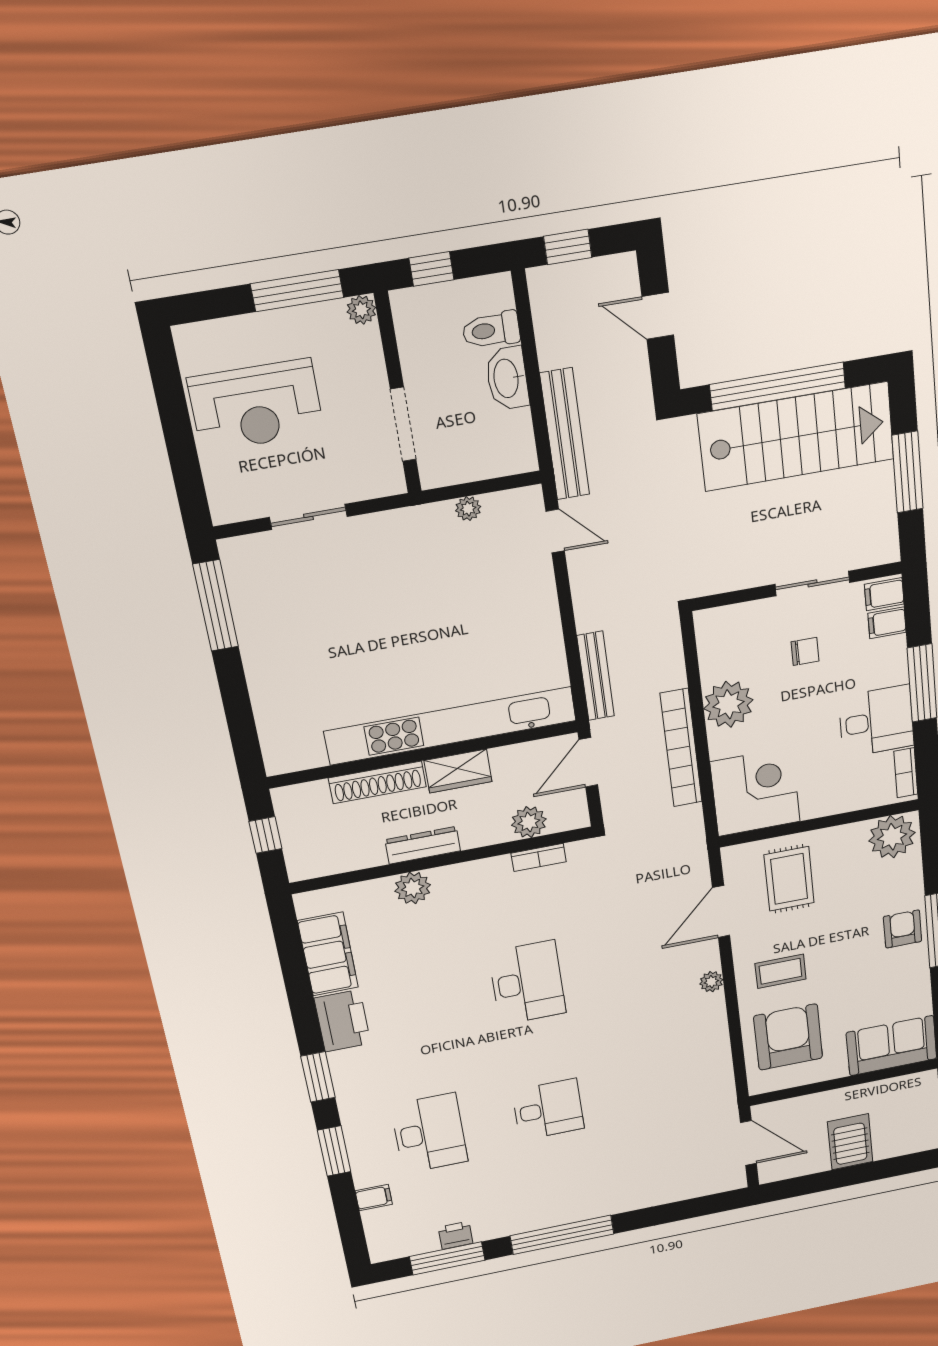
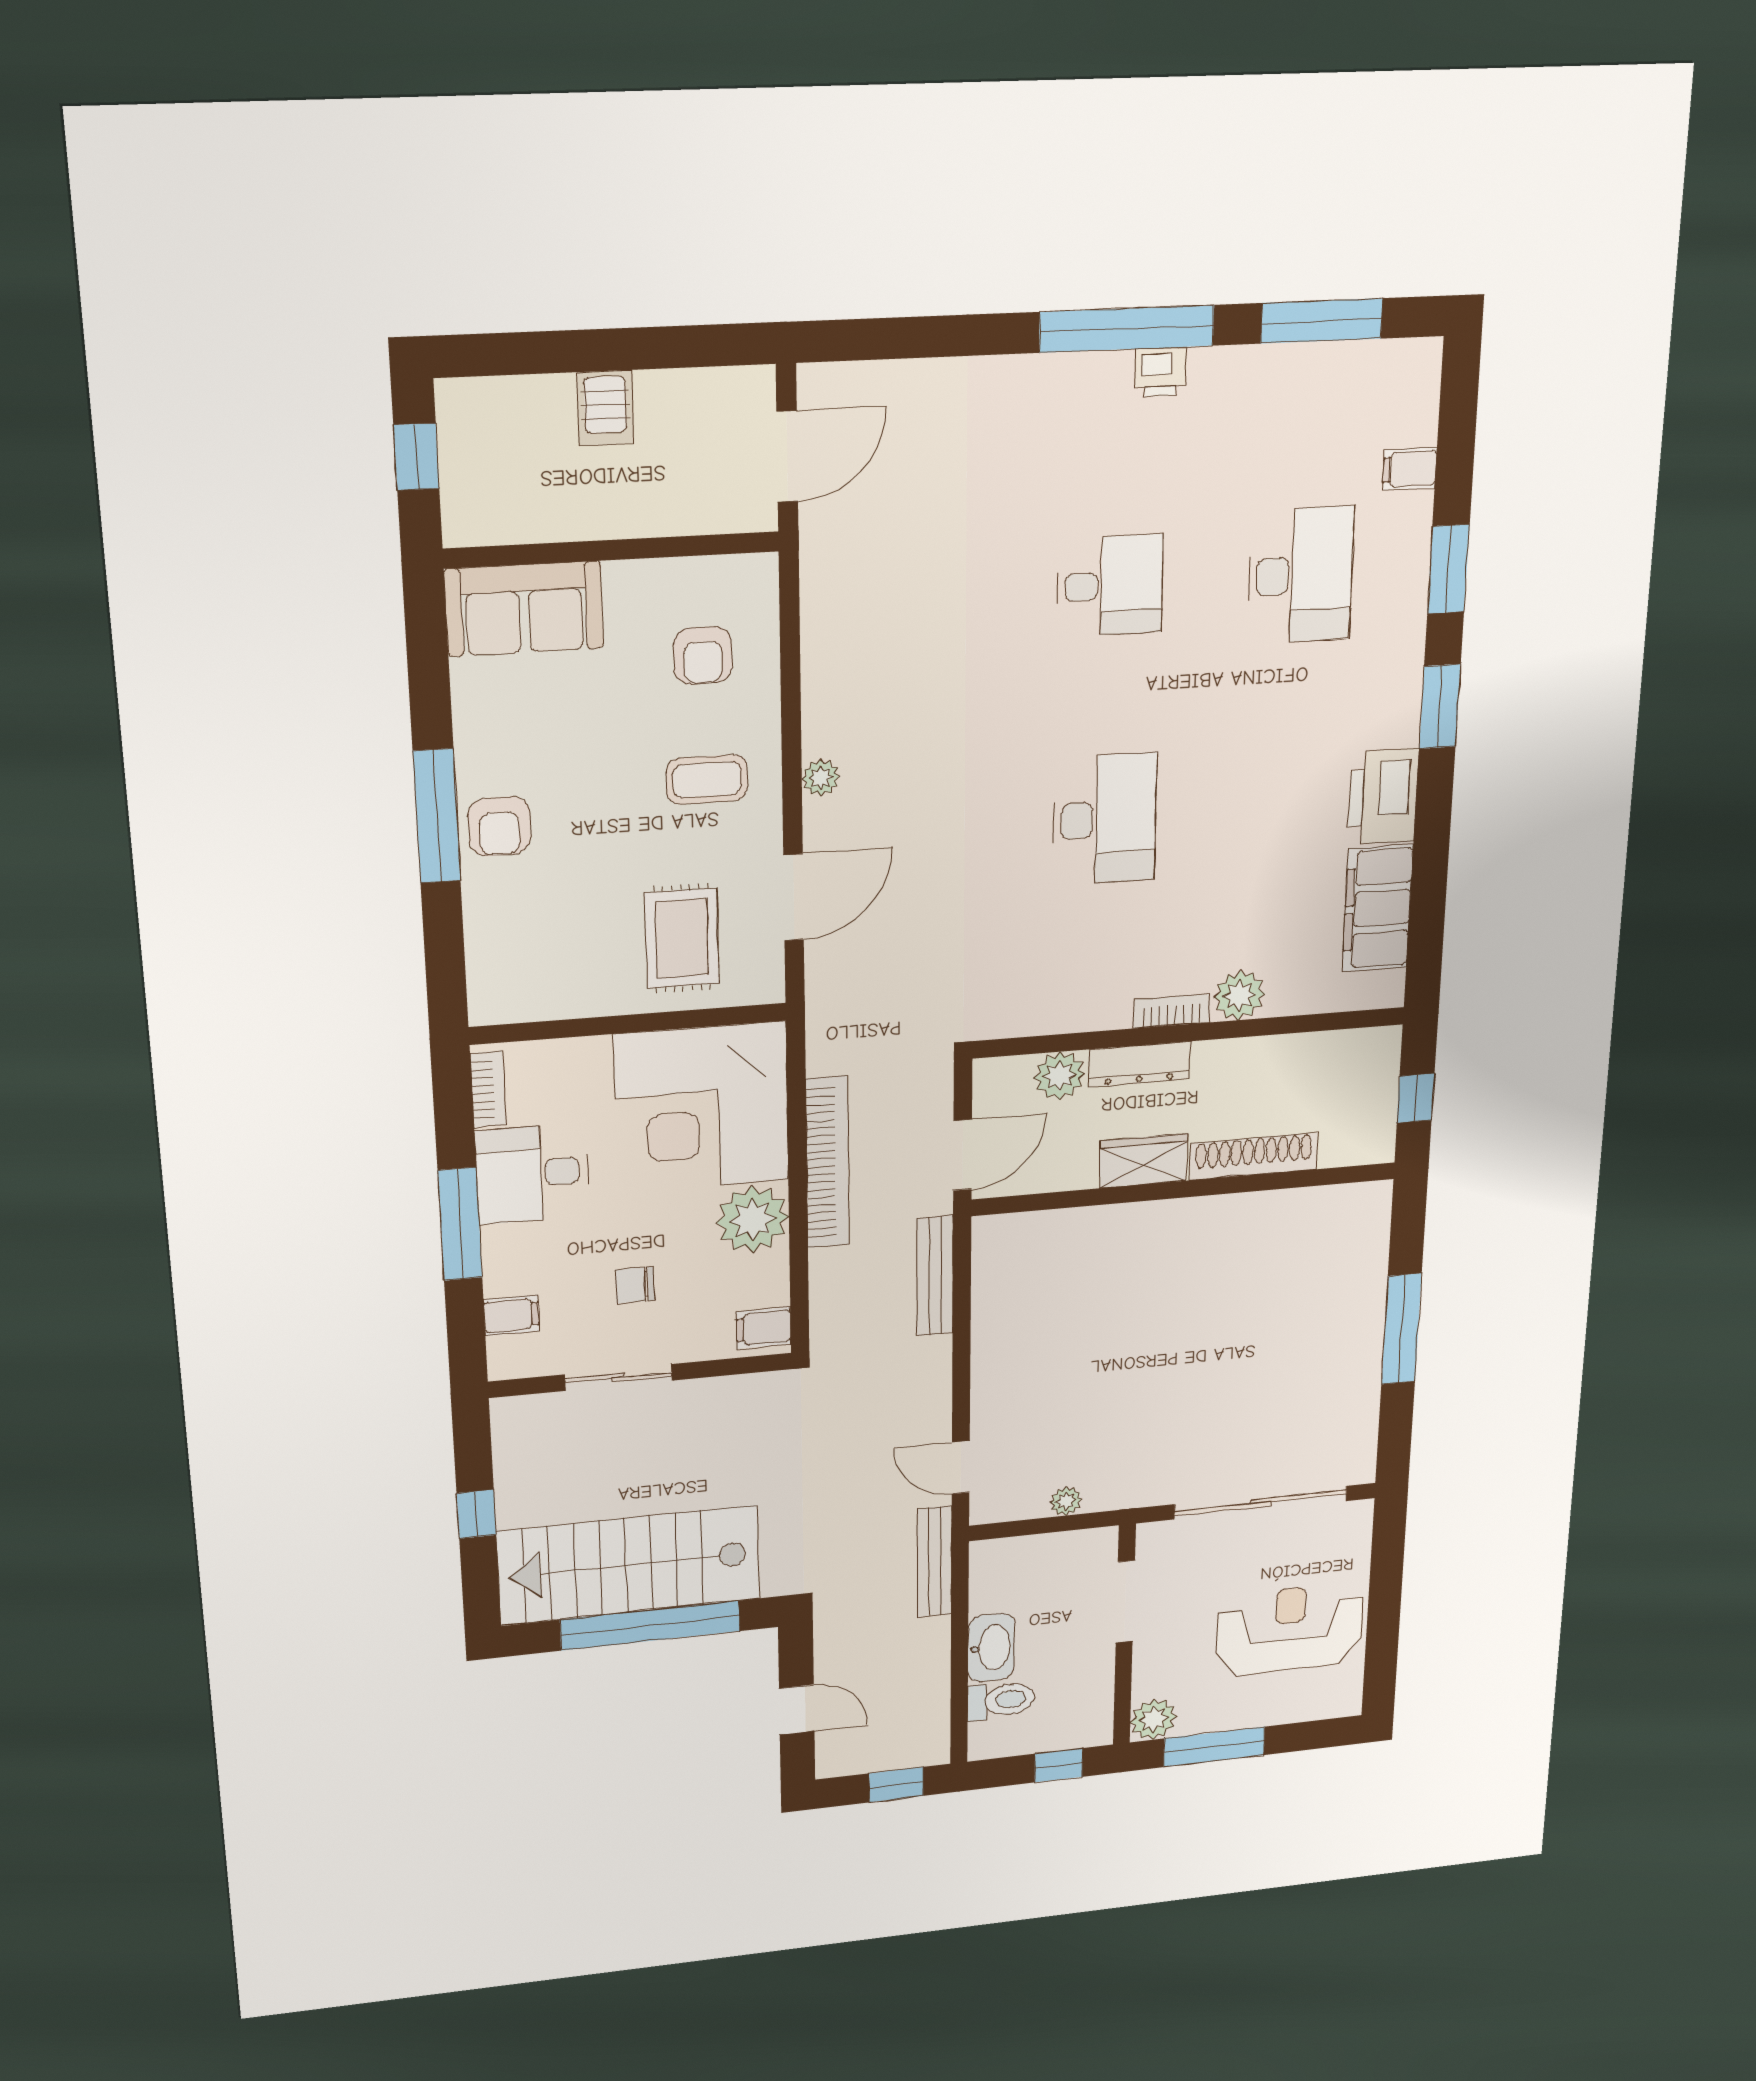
plant: (361, 310) -> (1154, 1719), width x1.38, depth x1.38
bench: (565, 434) -> (934, 1562), width x0.73, depth x0.82
window: (907, 472) -> (476, 1514), width x0.46
sliding door: (308, 517) -> (1261, 1503), width x1.86
filing cabinet: (884, 594) -> (764, 1328), moved, turned 180
window: (216, 606) -> (1401, 1329), moved
kitchen unit: (451, 726) -> (1141, 1225), removed
corner desk: (755, 792) -> (702, 1108), width x1.36, depth x1.36
plant: (892, 837) -> (513, 988), removed
dresser: (423, 845) -> (1139, 1064), moved
bookcase: (539, 857) -> (1172, 1011), moved
desk: (527, 983) -> (1105, 819), turned 180
armchair: (788, 1037) -> (703, 655), width x0.53, depth x0.53
desk: (548, 1110) -> (1110, 586), turned 180
desk: (429, 1133) -> (1300, 575), turned 180
server rack: (850, 1142) -> (605, 408), width x0.73, depth x0.70
door: (748, 1143) -> (787, 456), swing flipped
printer: (456, 1235) -> (1161, 372), moved

